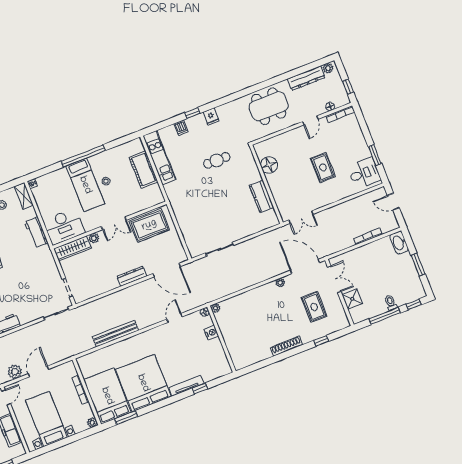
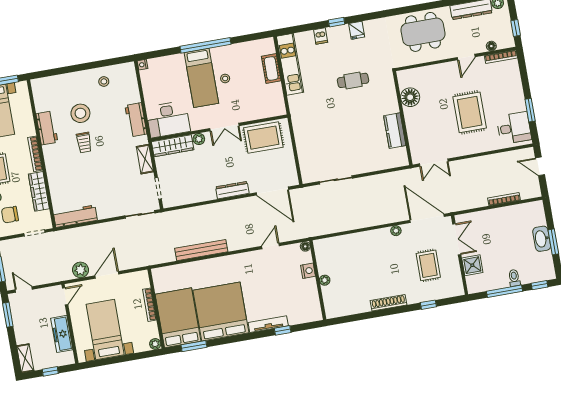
rug: (323, 167) -> (470, 112), width x1.36, depth x1.43
cot: (144, 170) -> (271, 68), width x0.73, depth x0.75
shelving: (24, 196) -> (145, 159), moved
washbasin: (399, 243) -> (542, 239), moved
plant: (216, 308) -> (325, 280), moved

